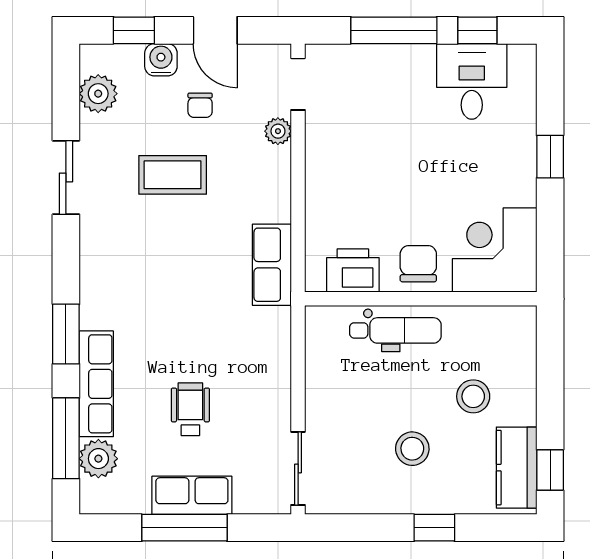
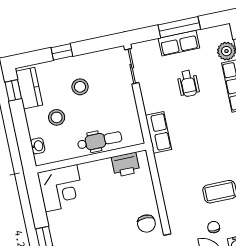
plant: (278, 131) -> (175, 223), removed
chair: (418, 264) -> (146, 224), moved
row of seats: (272, 265) -> (158, 132), moved
dental chair: (395, 330) -> (100, 141), turned 180
washbasin: (524, 346) -> (38, 146), added

